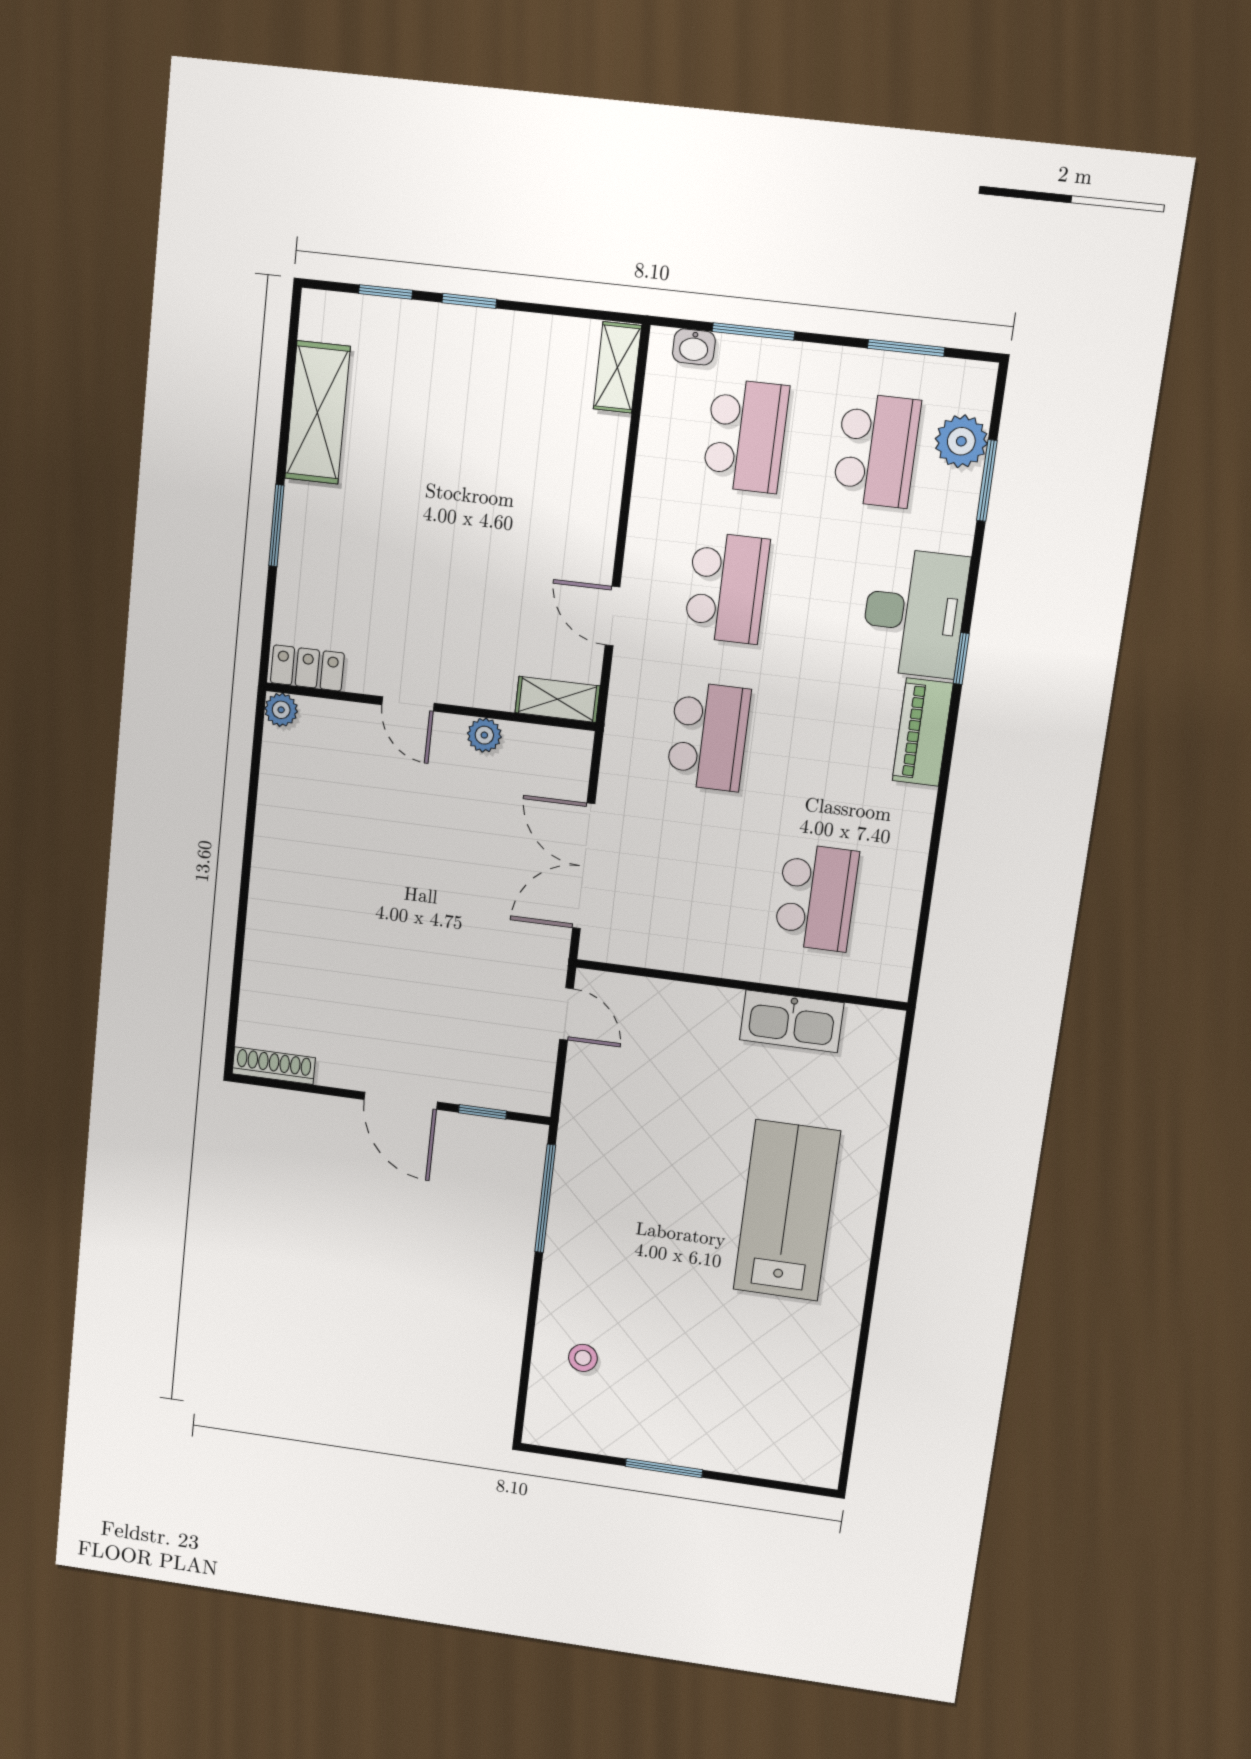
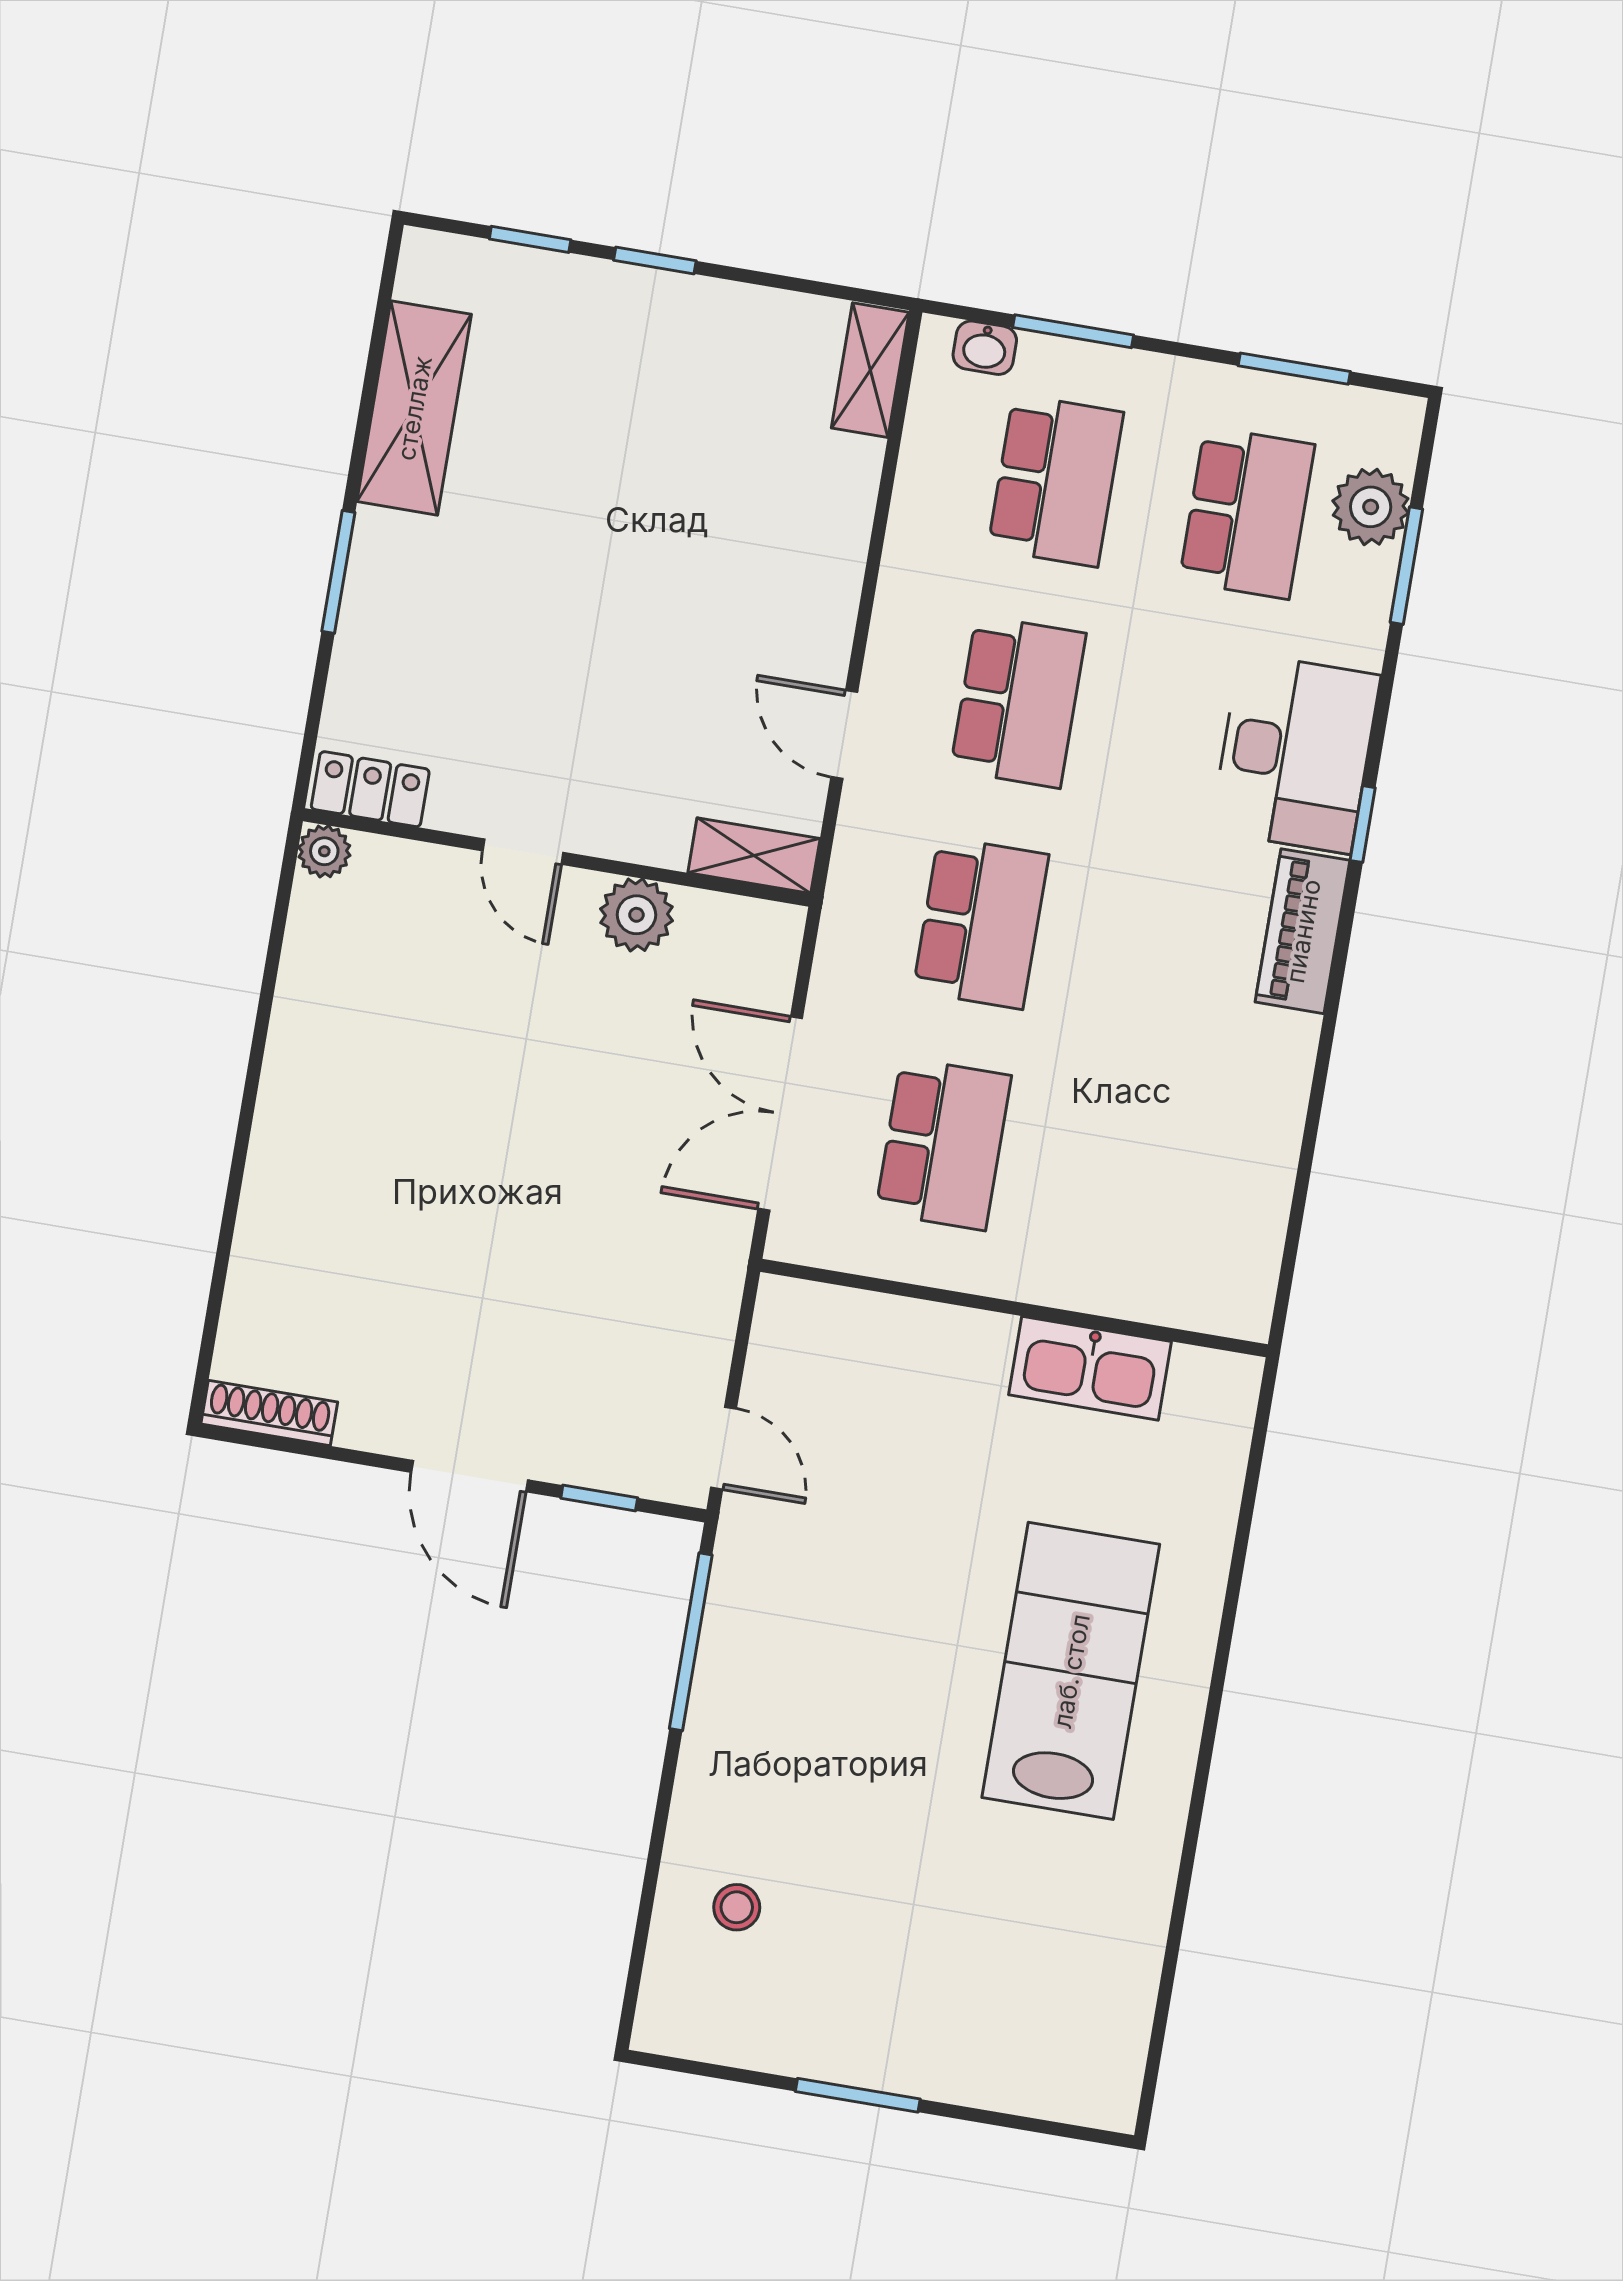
plant: (484, 735) -> (636, 915), width x1.38, depth x1.38
school desk: (816, 898) -> (943, 1144), moved
door: (567, 1014) -> (724, 1448), moved

